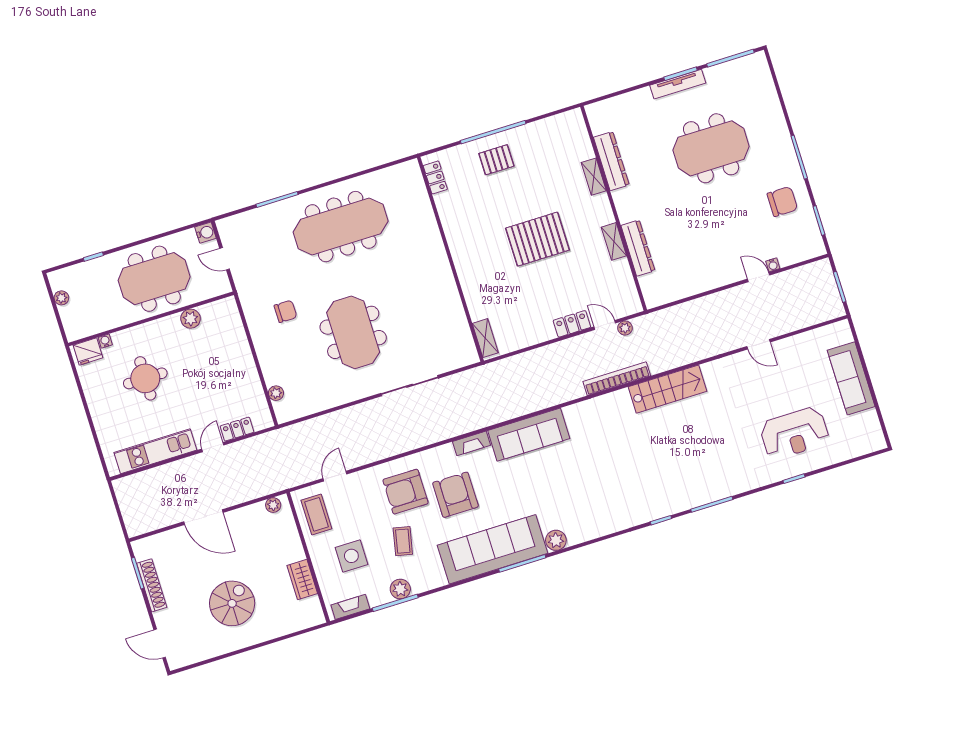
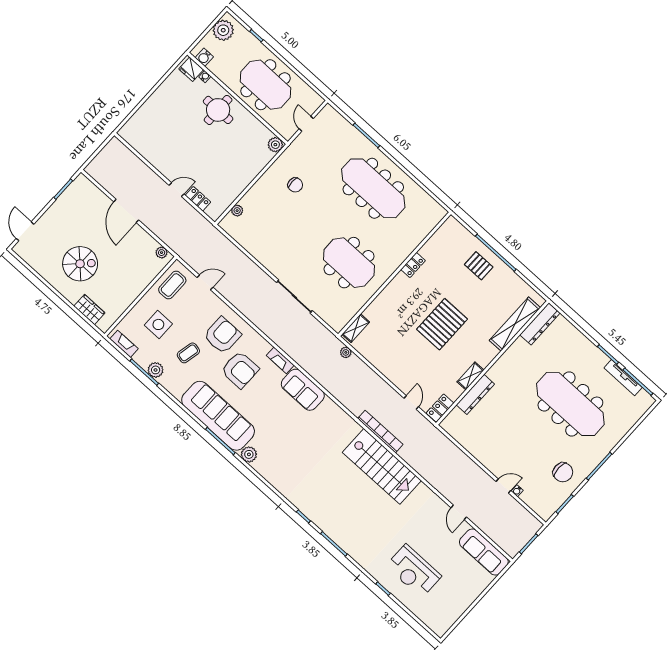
tv unit: (678, 84) -> (623, 378), moved
meeting table: (711, 148) -> (570, 404), width x1.36
dresser: (611, 161) -> (540, 324), moved
locker: (435, 177) -> (413, 265), moved
shelving: (594, 177) -> (515, 324), width x2.20, depth x1.33
water cooler: (205, 233) -> (204, 57), moved, turned 90
pallet: (538, 239) -> (442, 324), turned 90
door: (759, 277) -> (503, 486), hinge flipped
plant: (61, 298) -> (223, 30), width x1.87, depth x1.87
plant: (191, 319) -> (275, 145), moved
locker: (572, 324) -> (440, 408), moved, turned -90
plant: (625, 328) -> (346, 352), moved
meeting table: (353, 332) -> (349, 263), moved, turned 90
round table: (145, 378) -> (218, 110), moved
sofa: (851, 378) -> (484, 552), moved, turned -90
stairs: (667, 389) -> (382, 466), width x1.36, depth x1.51
sofa: (529, 435) -> (303, 390), width x0.73
kitchen unit: (155, 451) -> (151, 153), removed
armchair: (405, 492) -> (222, 335), turned 90
armchair: (455, 495) -> (240, 370), turned 90
wardrobe: (302, 580) -> (89, 310), moved, turned 90
shoe rack: (152, 585) -> (61, 203), removed

